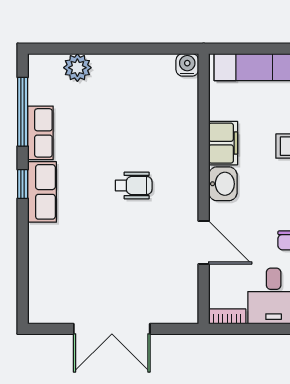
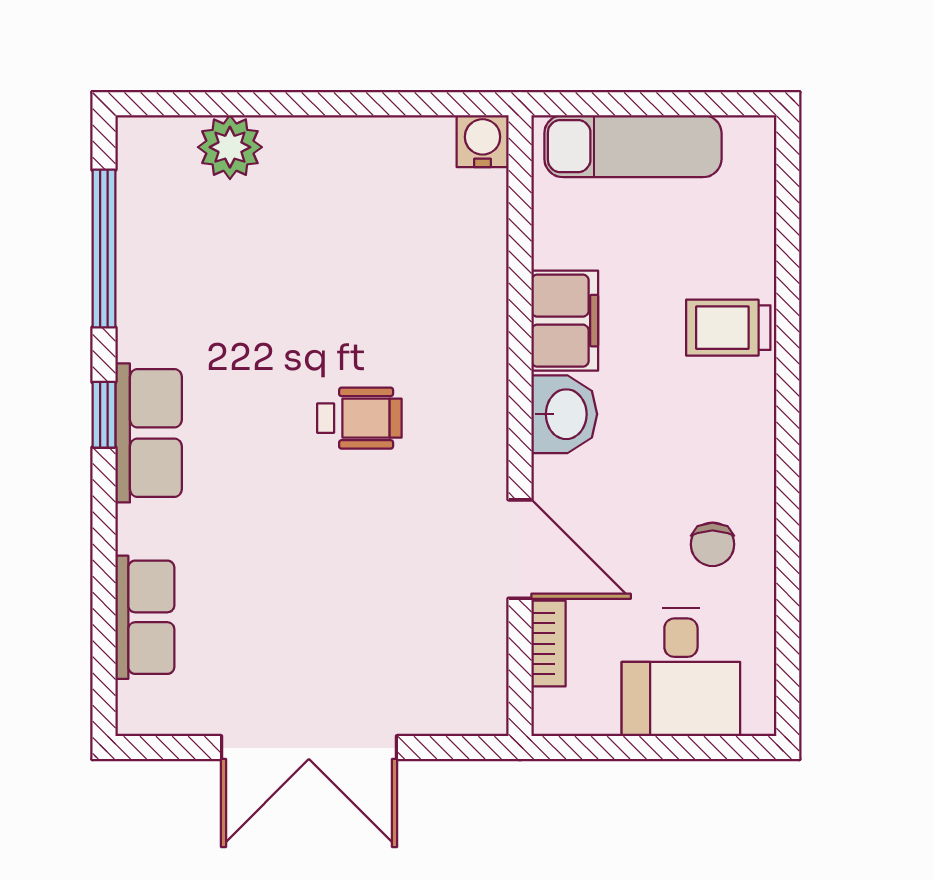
row of seats: (40, 133) -> (145, 617), moved
bookcase: (227, 316) -> (548, 644), moved, turned 90

